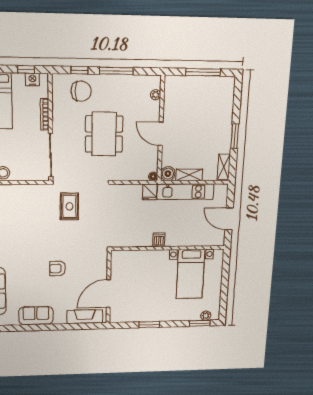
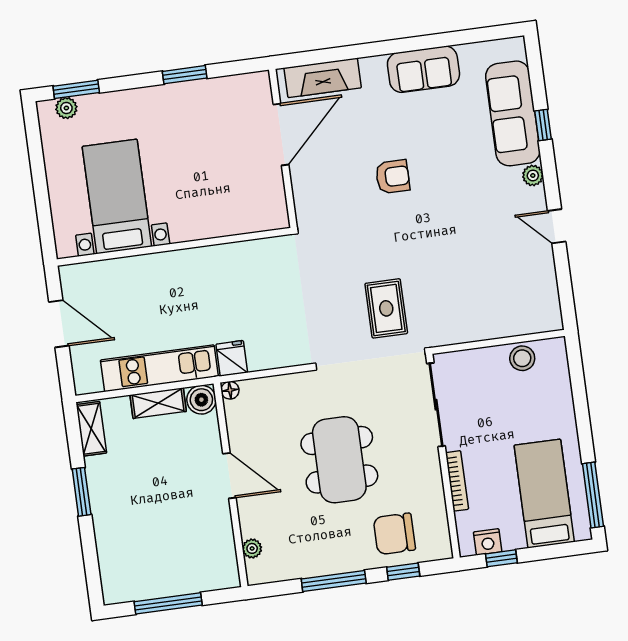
dishwasher: (159, 240) -> (196, 262), removed

